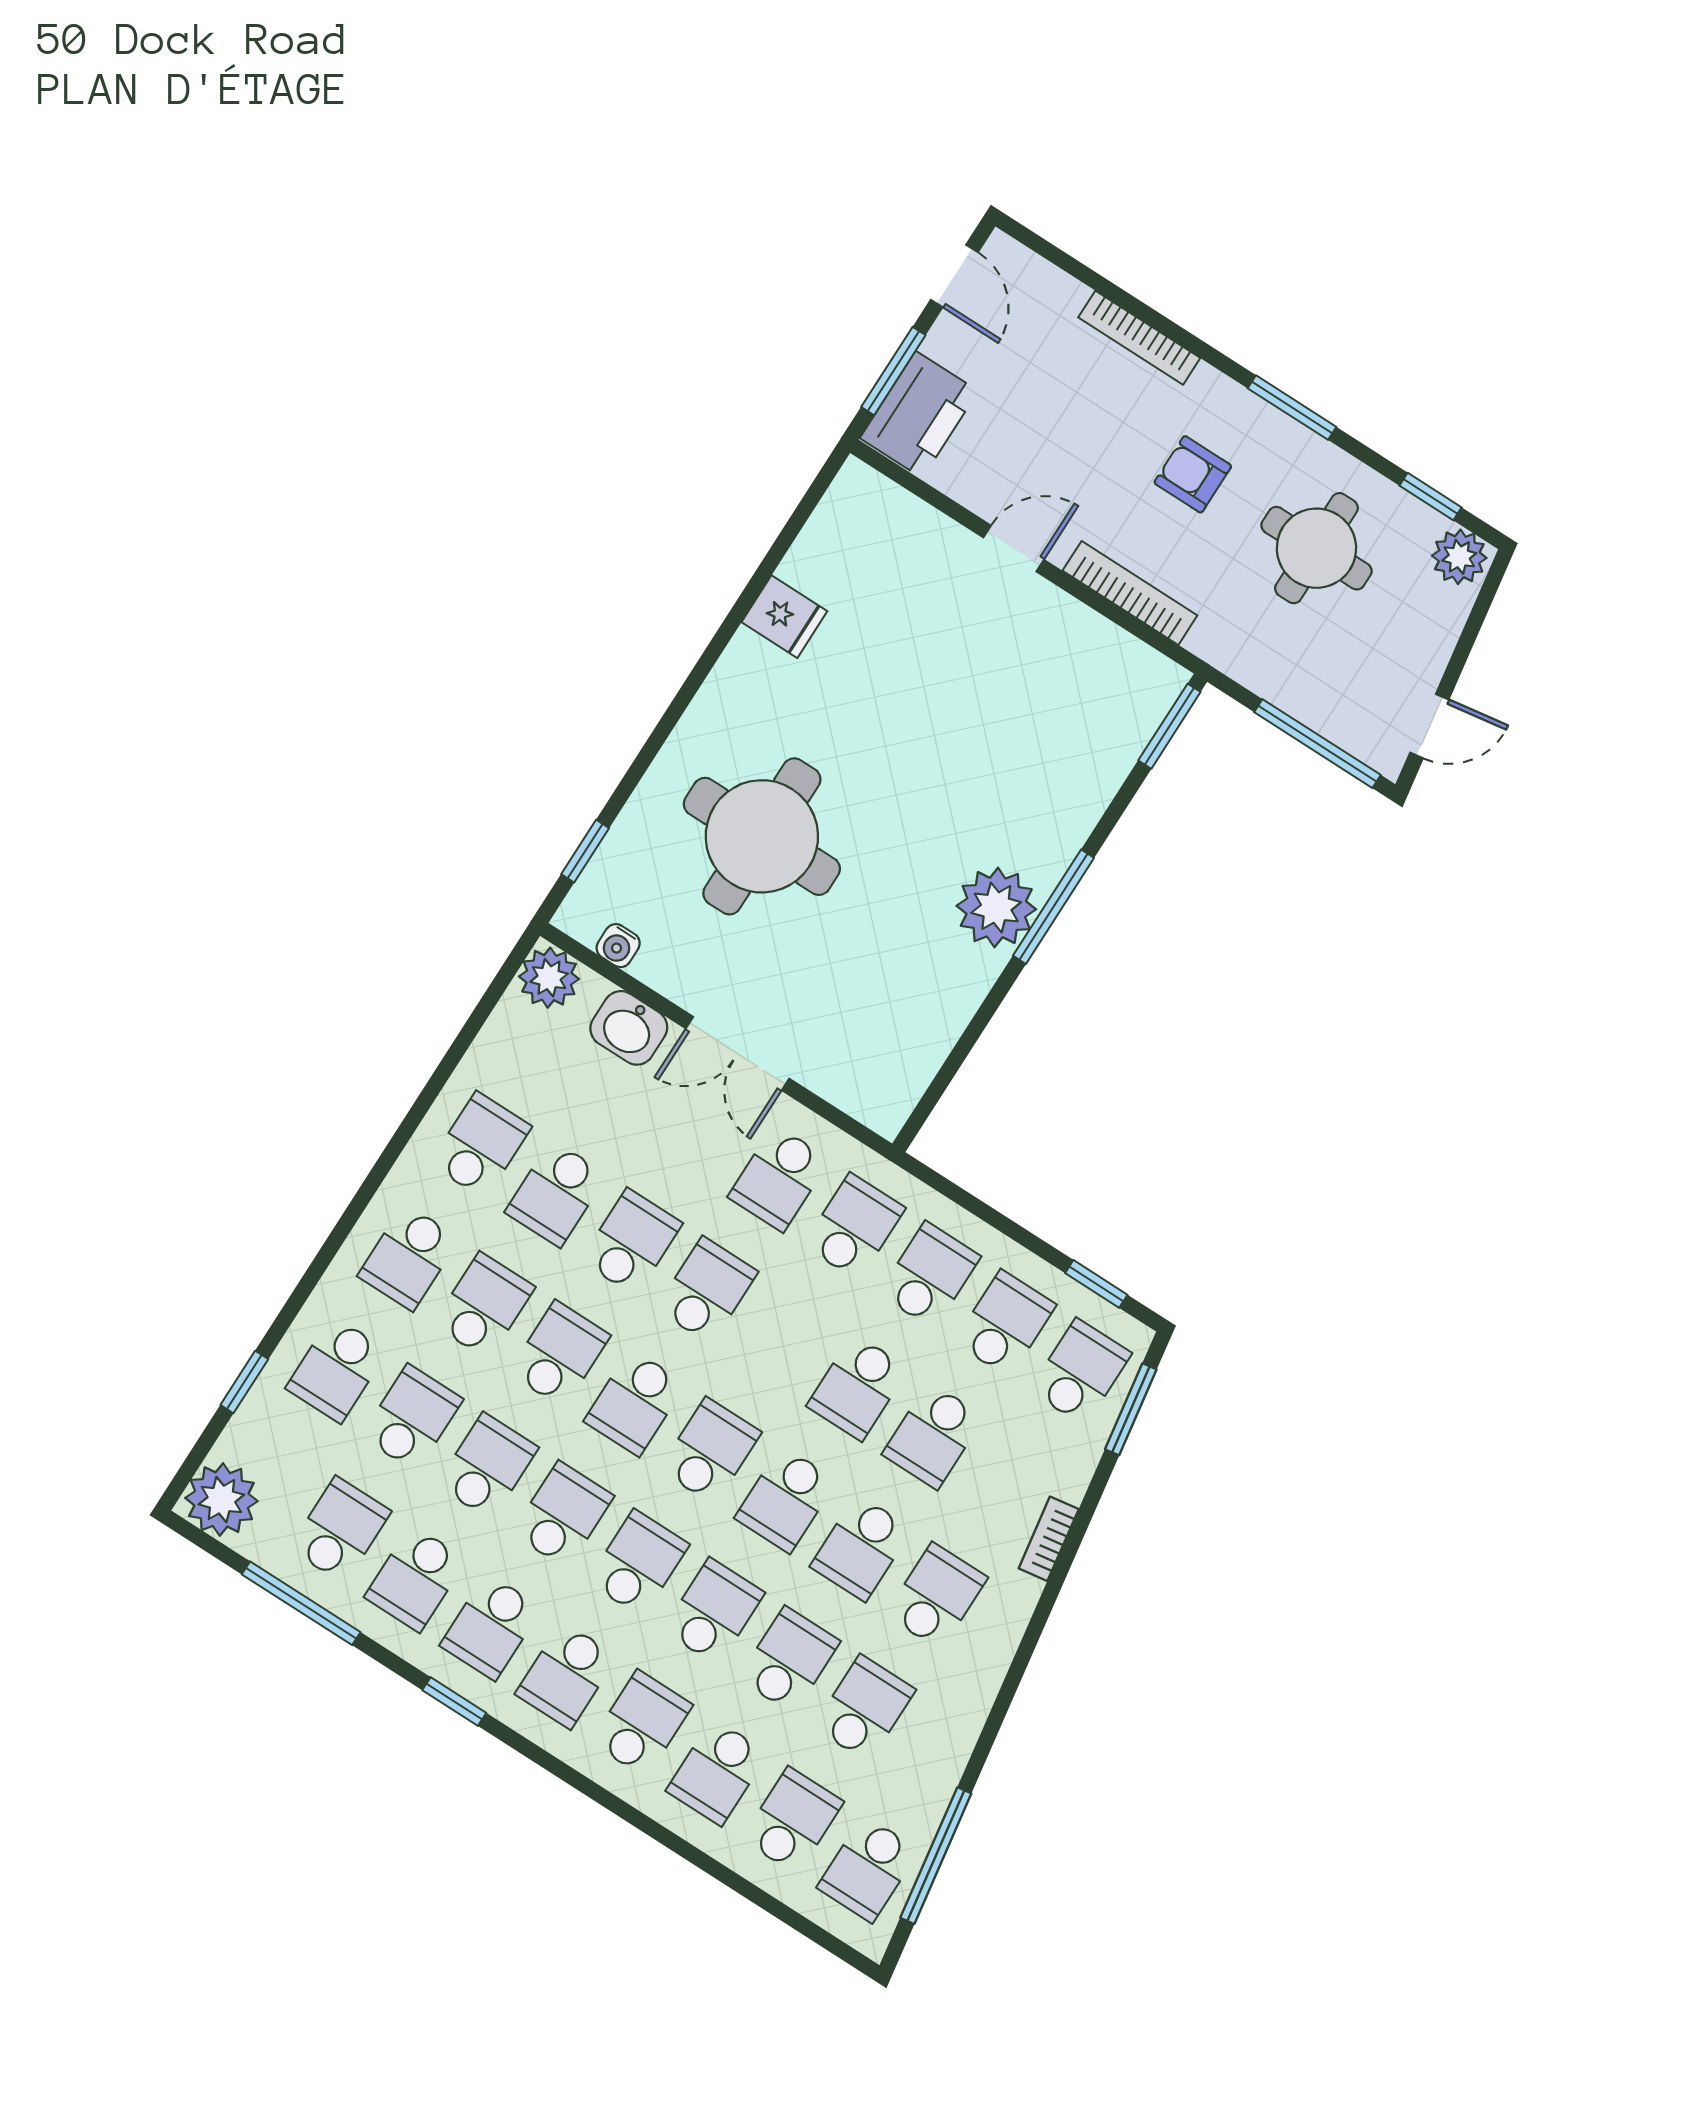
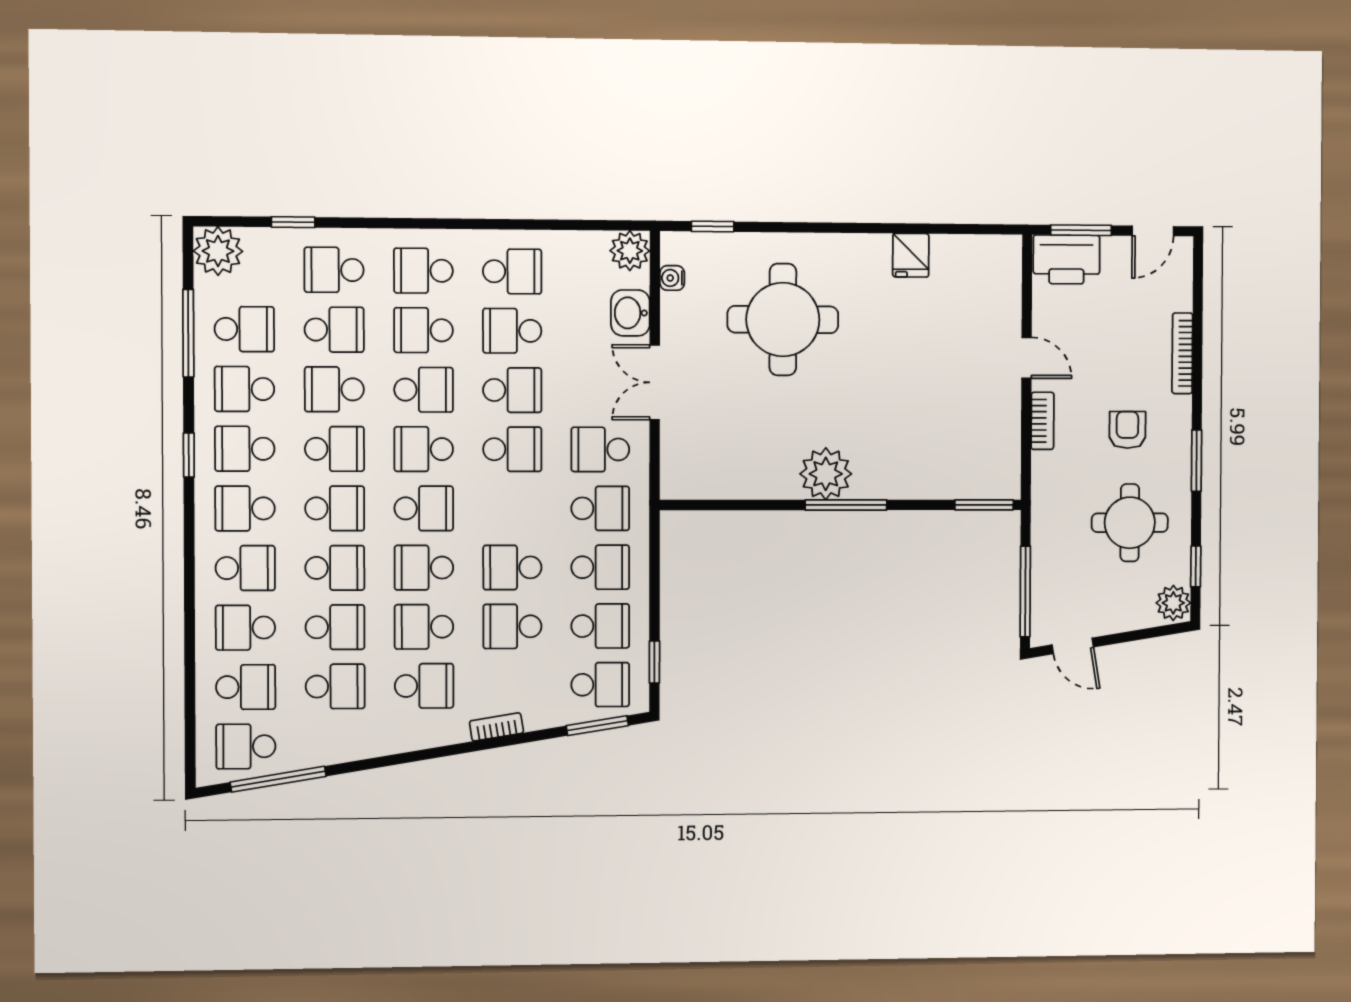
bookcase: (1130, 593) -> (1042, 421), width x0.64
school desk: (484, 1306) -> (423, 330), turned 180
school desk: (487, 1466) -> (334, 389), turned 180

